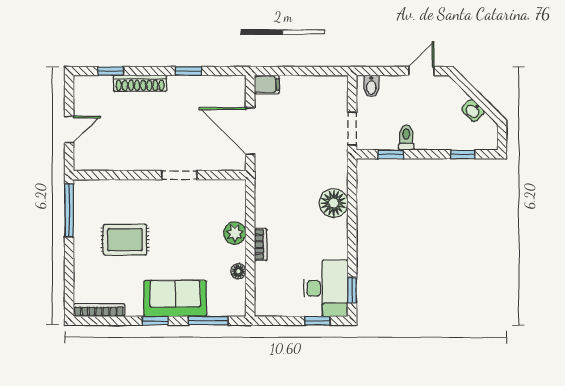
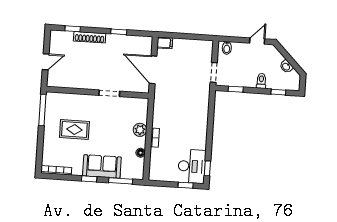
toilet: (406, 138) -> (261, 81), moved
floor lamp: (334, 203) -> (200, 116), removed

